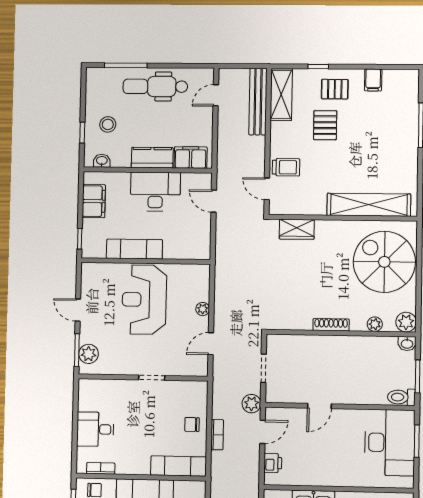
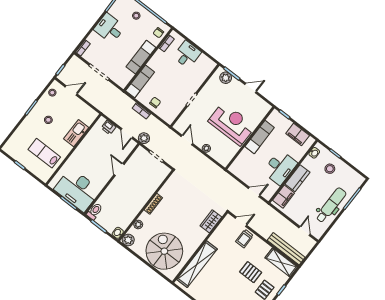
spiral stairs: (384, 262) -> (164, 251), turned -90

